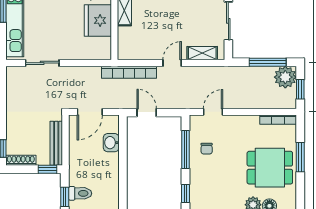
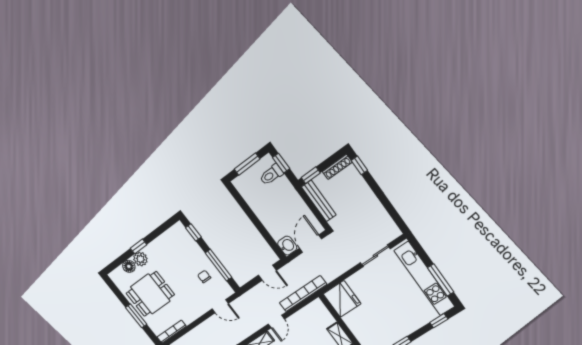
fridge: (98, 20) -> (342, 299), moved
door: (213, 112) -> (220, 306), hinge flipped
washbasin: (111, 143) -> (287, 246), moved

